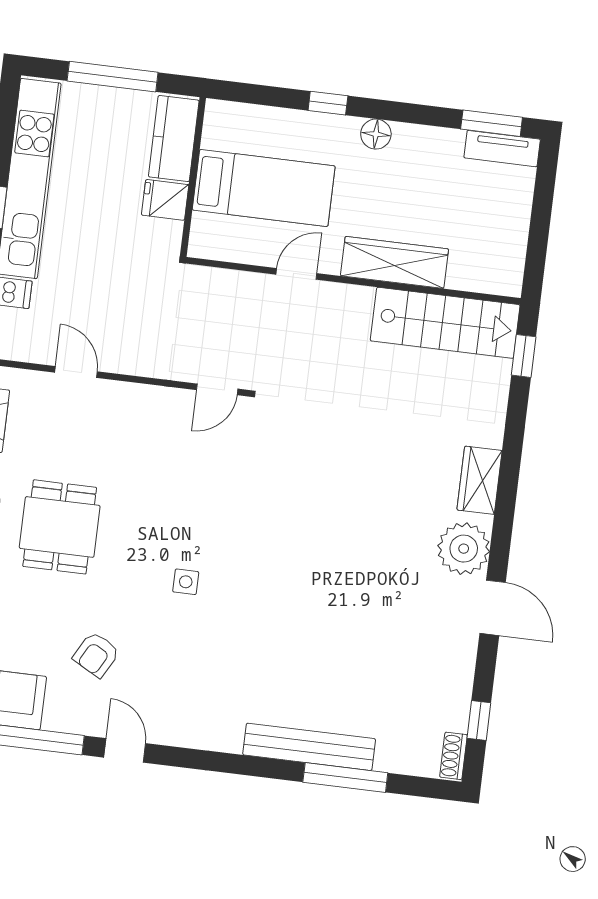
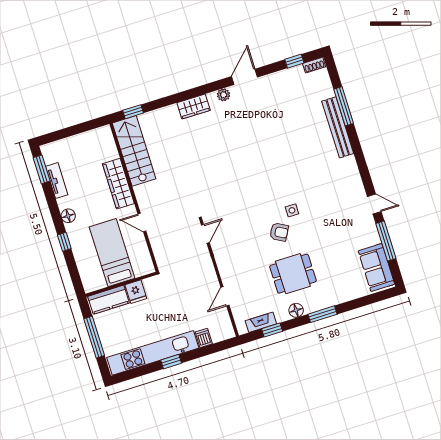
tv unit: (502, 149) -> (57, 181), moved
door: (217, 389) -> (205, 234), hinge flipped
plant: (464, 549) -> (224, 95), width x0.53, depth x0.53
armchair: (96, 655) -> (279, 232), moved
door: (125, 750) -> (374, 204), swing flipped

